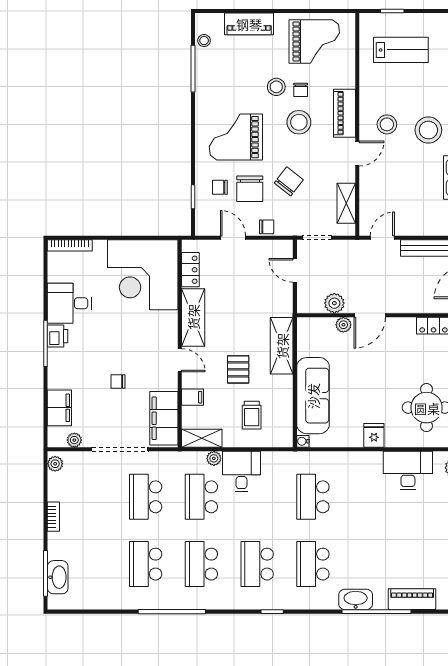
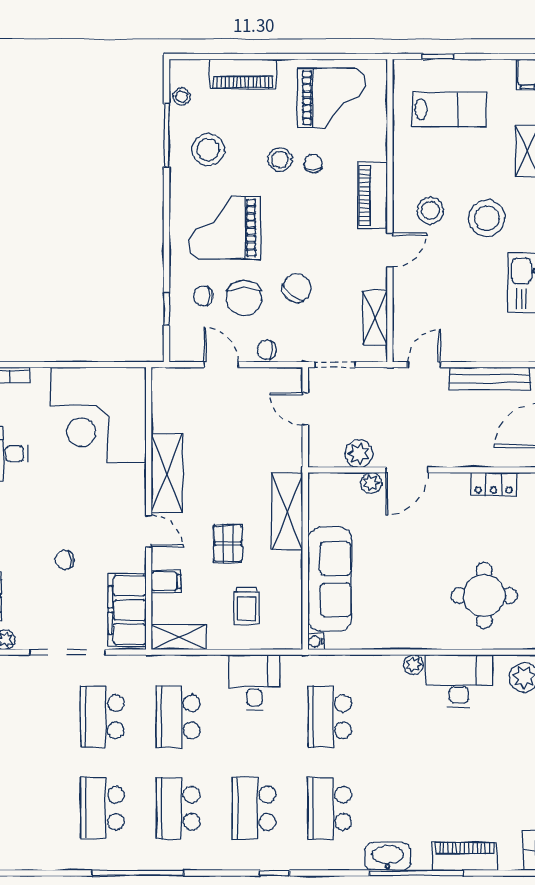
chair: (301, 90) -> (313, 164), turned 180
stool: (299, 122) -> (208, 150), moved
chair: (267, 227) -> (267, 350), turned 180
locker: (190, 270) -> (163, 408), removed
fridge: (374, 435) -> (413, 633), removed
plant: (214, 458) -> (414, 665), moved
desk: (241, 472) -> (254, 682), moved

